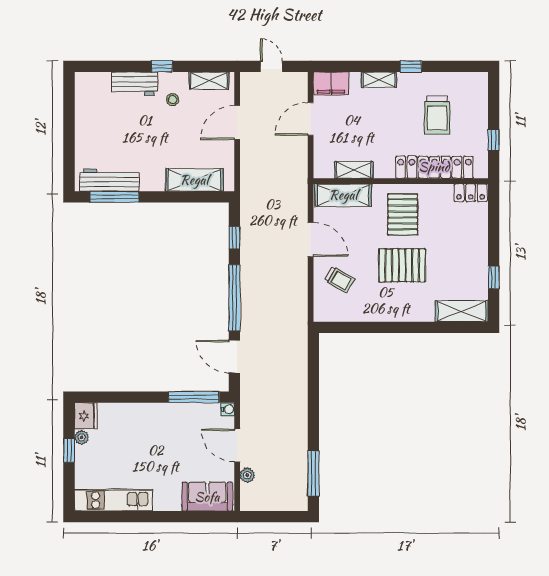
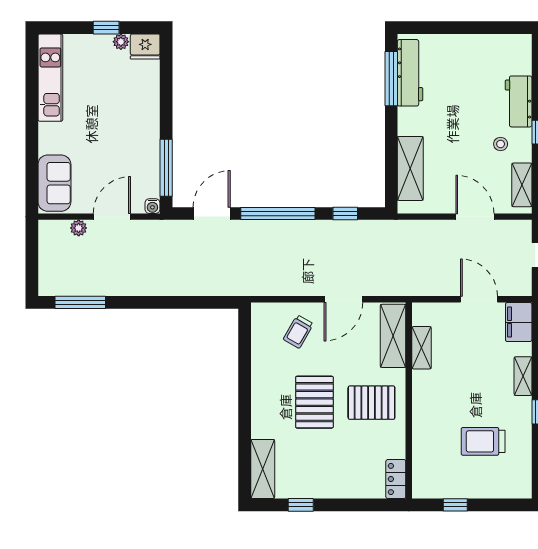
locker: (434, 167) -> (425, 438), removed

